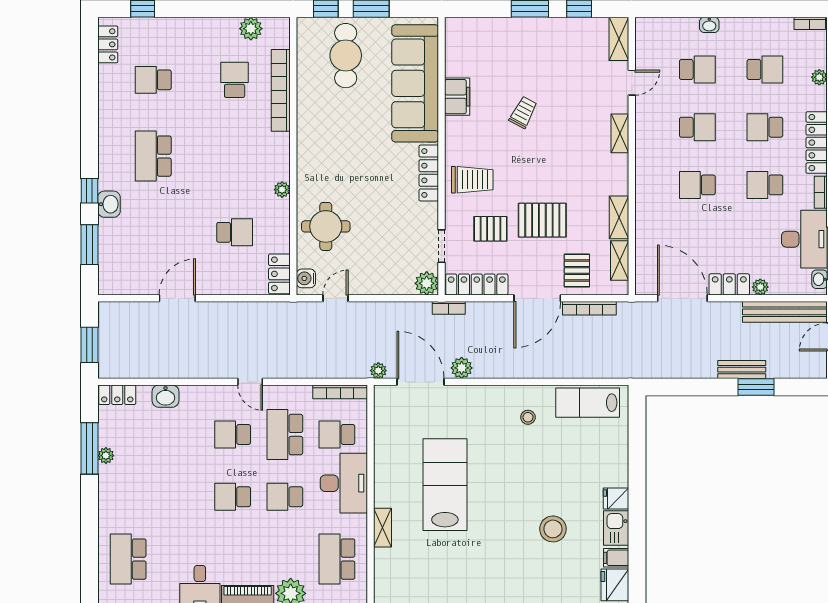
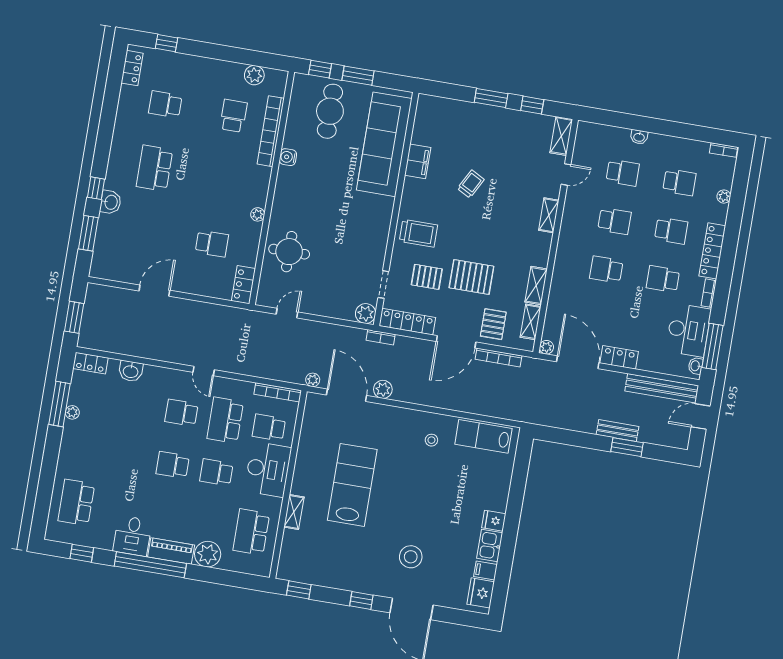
school desk: (765, 127) -> (671, 231), turned 180
locker: (429, 173) -> (383, 221), removed
water cooler: (306, 278) -> (288, 157), moved
plant: (760, 287) -> (546, 347), moved
stool: (553, 529) -> (411, 557), moved

